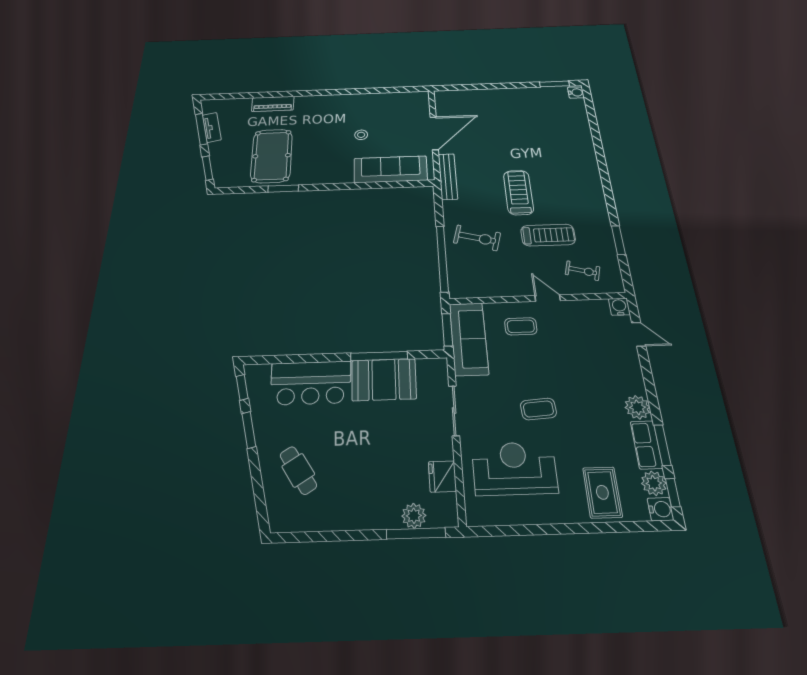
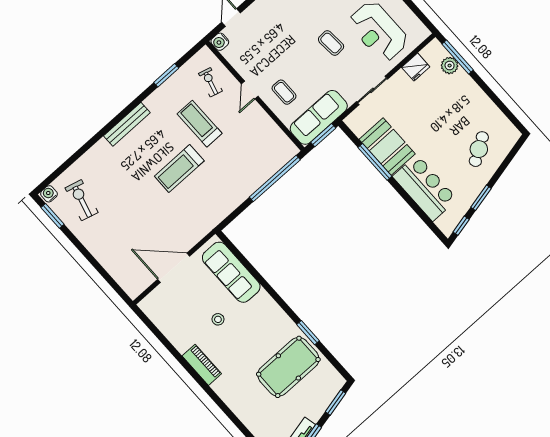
piano: (273, 104) -> (202, 365), moved
bench: (448, 176) -> (127, 124), moved
exercise bike: (477, 238) -> (81, 200), moved

